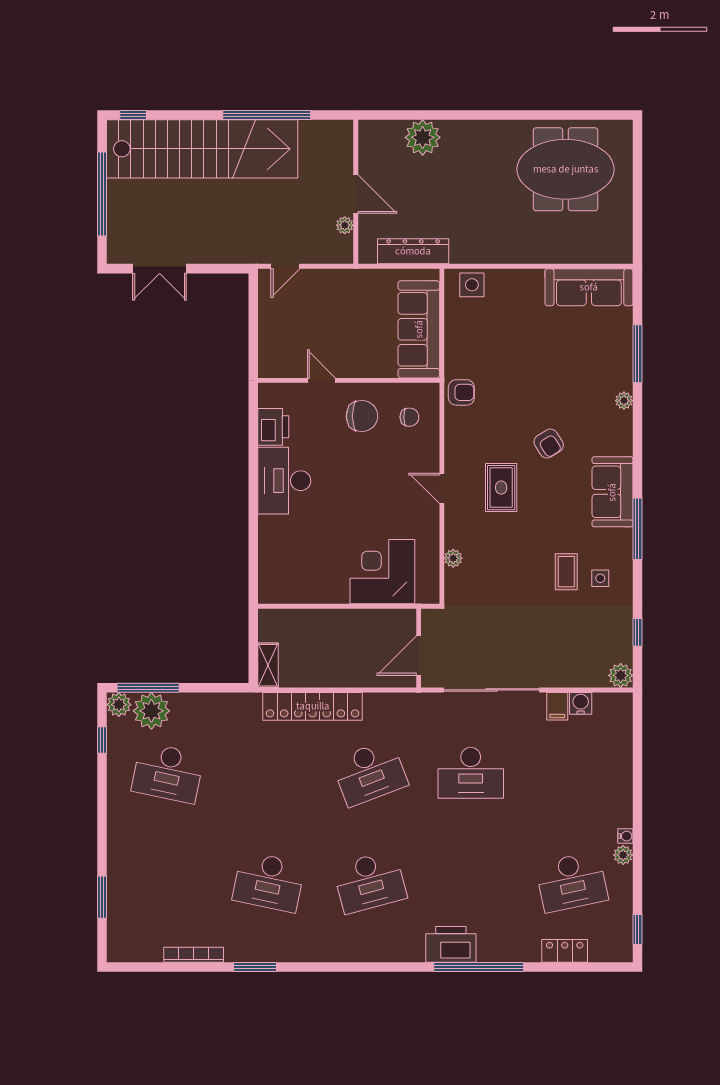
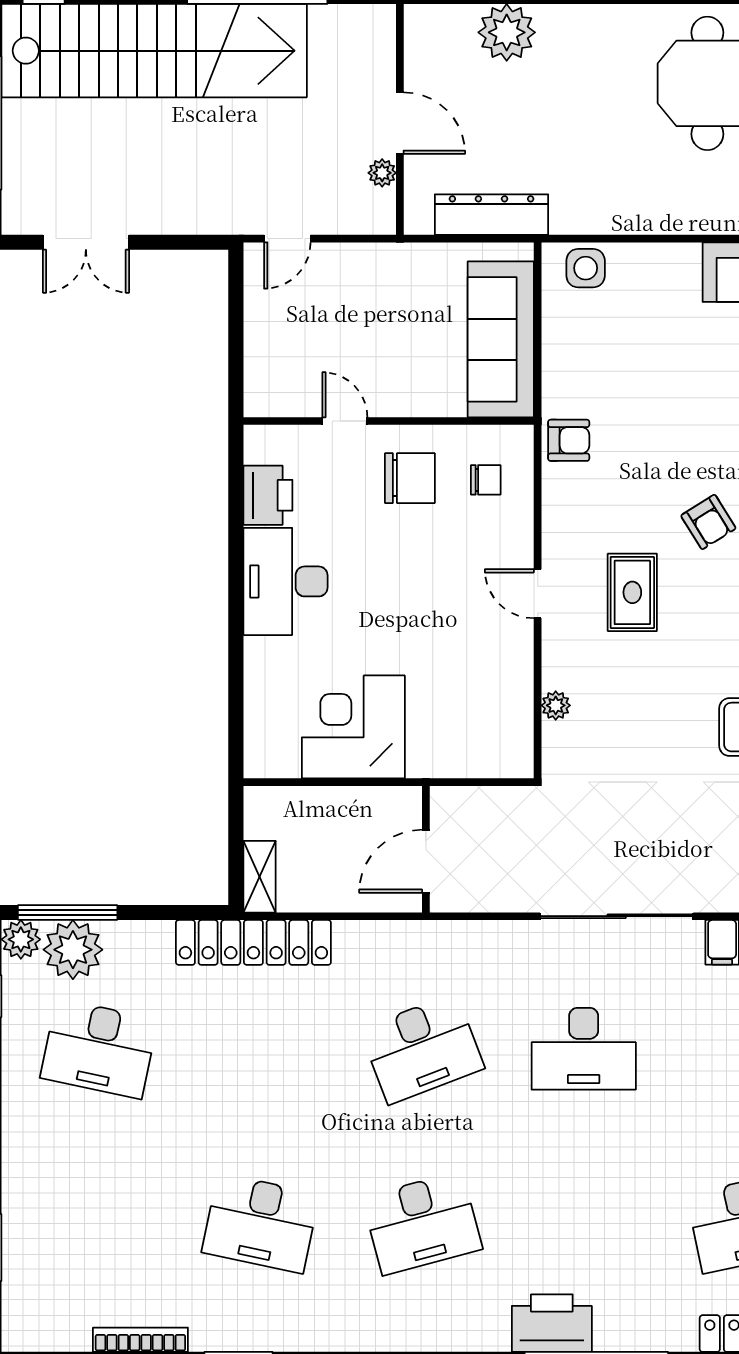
corner desk: (382, 572) -> (353, 727), moved
wall: (419, 648) -> (426, 849), moved
door: (419, 656) -> (426, 861), moved
locker: (313, 706) -> (253, 942), moved

